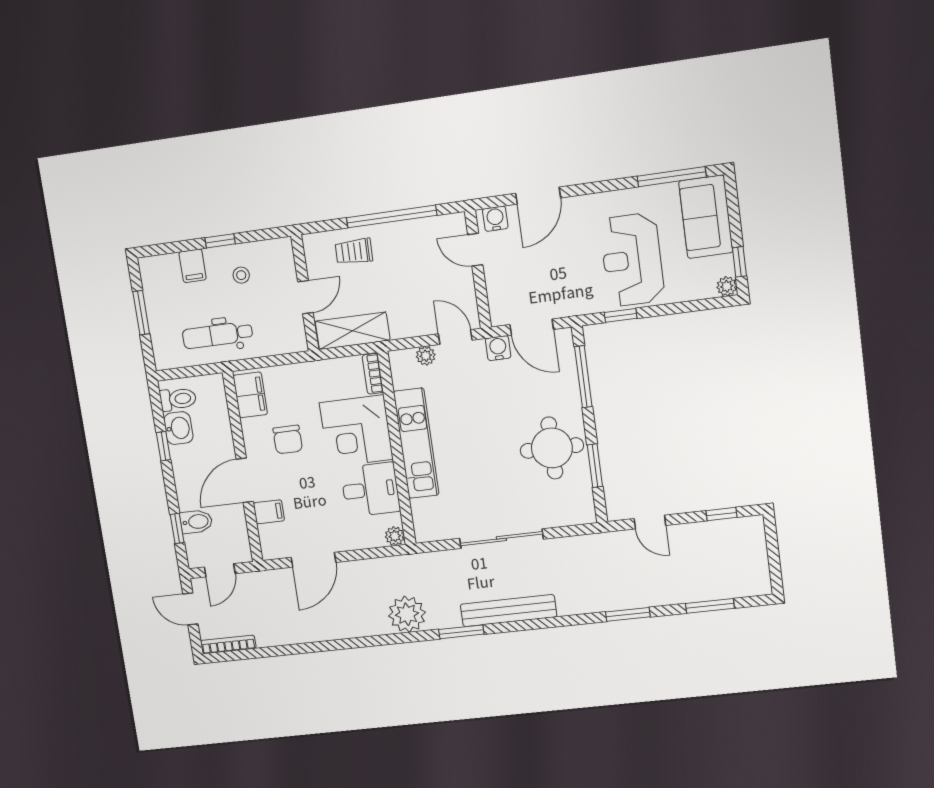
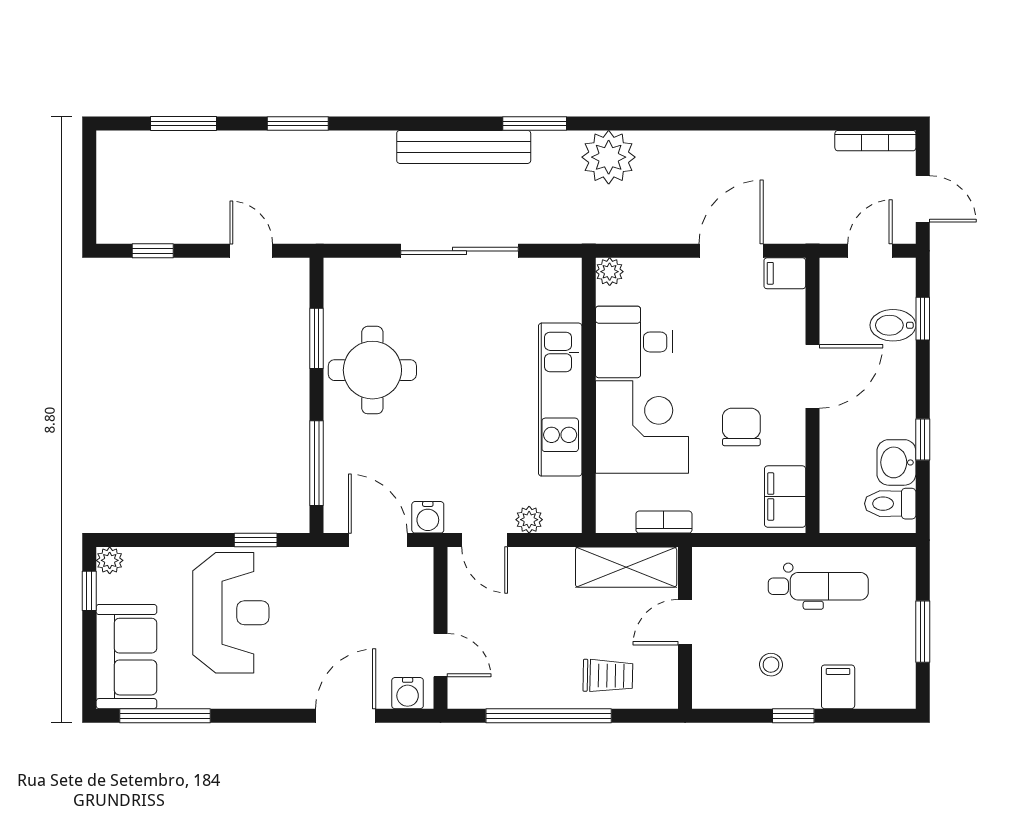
bookcase: (373, 374) -> (664, 522), moved, turned -90
filing cabinet: (269, 512) -> (785, 273), moved

